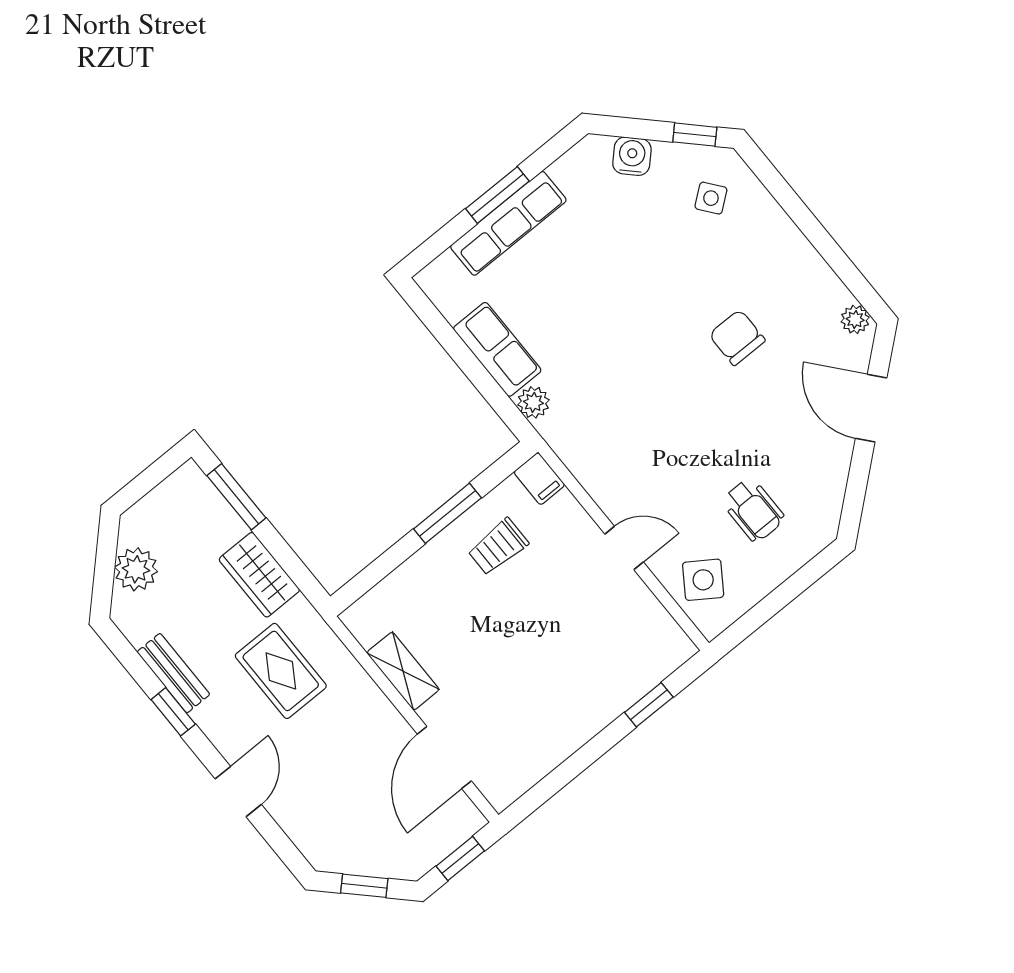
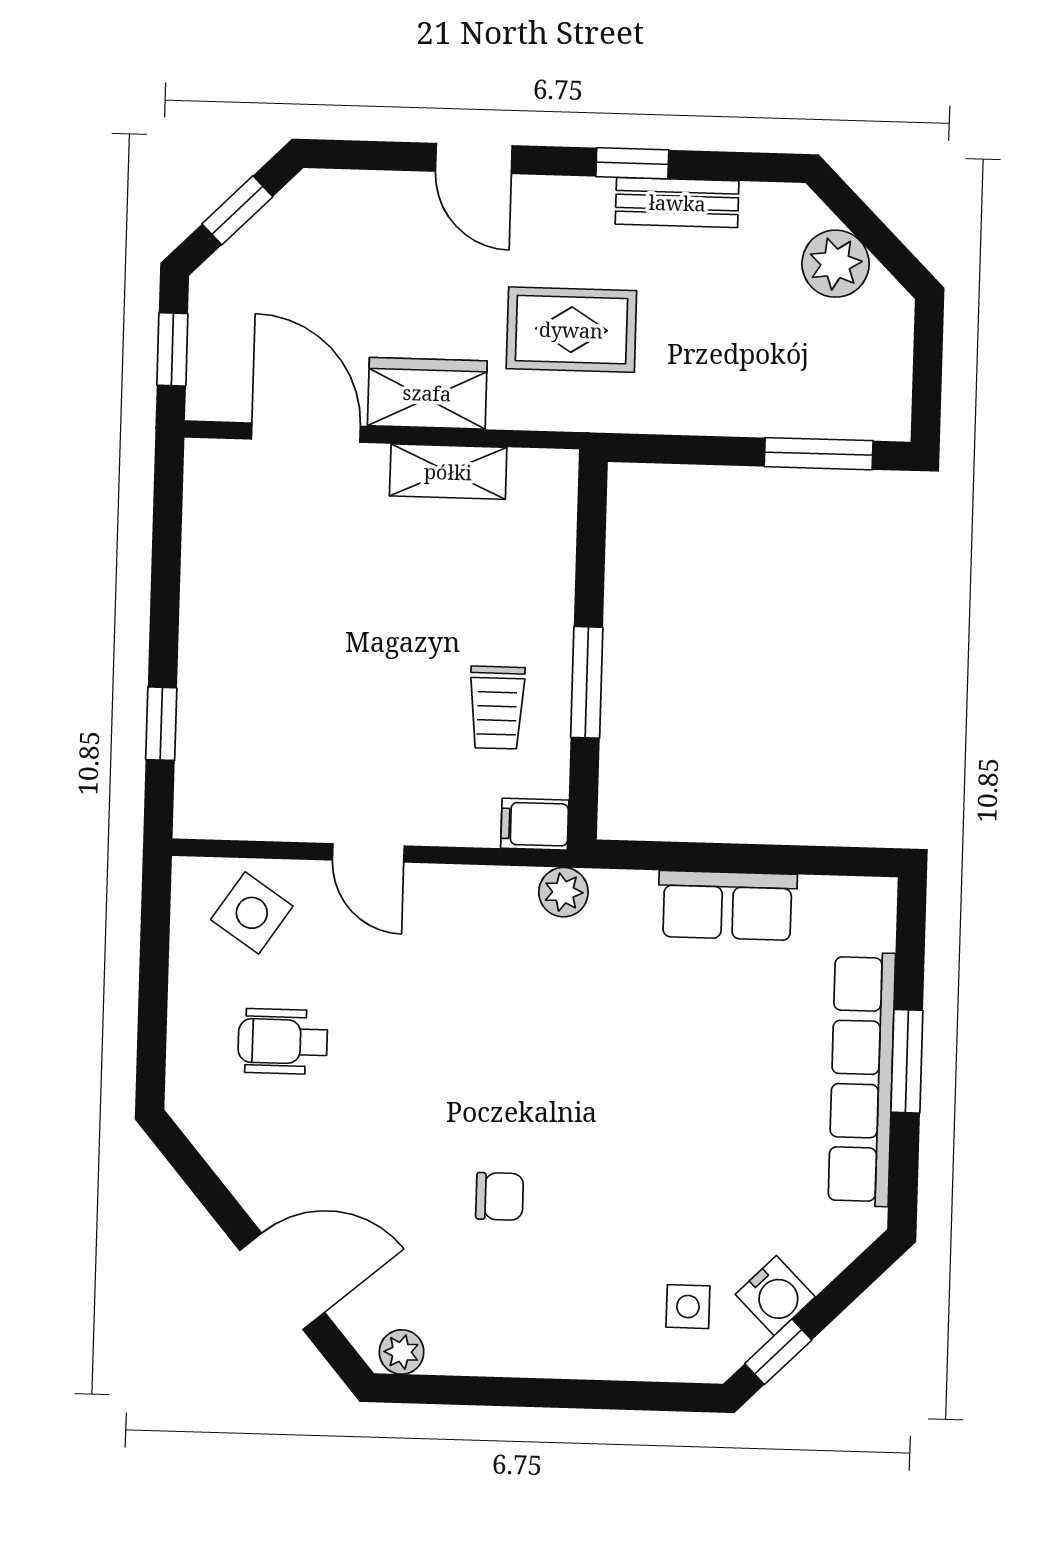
water cooler: (632, 156) -> (775, 1296), moved
side table: (711, 198) -> (688, 1307), turned 38
row of seats: (508, 223) -> (862, 1079), width x1.36
chair: (737, 337) -> (500, 1196), width x0.73, depth x0.73
plant: (533, 402) -> (563, 892), moved
trolley: (498, 547) -> (497, 708), turned 180
door: (624, 548) -> (368, 853), hinge flipped
wardrobe: (259, 575) -> (427, 393), moved

